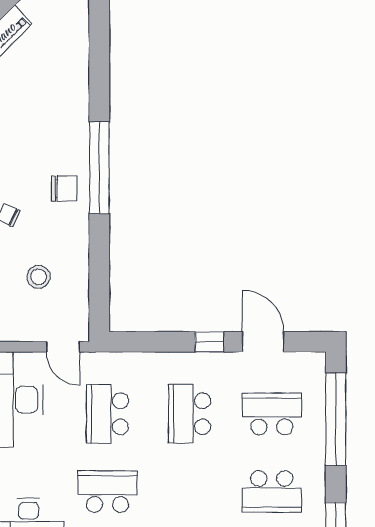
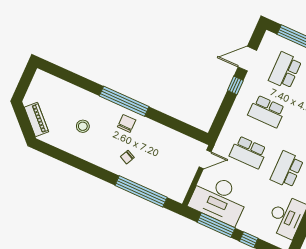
stool: (39, 277) -> (83, 126), moved

